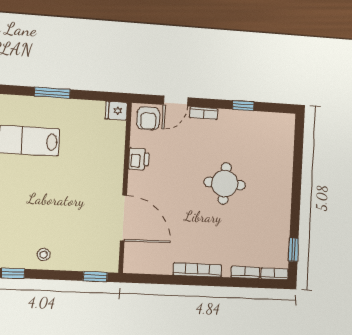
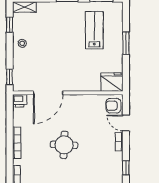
fridge: (116, 111) -> (112, 82), width x1.88, depth x1.34
printer: (139, 159) -> (20, 101), moved
round table: (225, 184) -> (64, 145), moved

